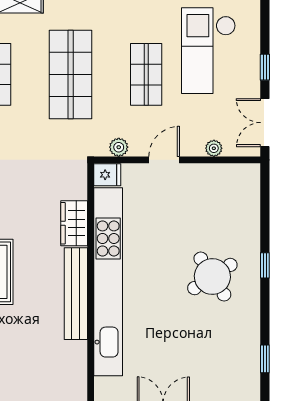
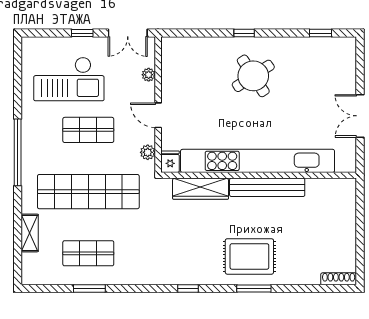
shop shelf: (71, 74) -> (88, 192), width x1.40
wardrobe: (74, 223) -> (201, 189), width x1.50

